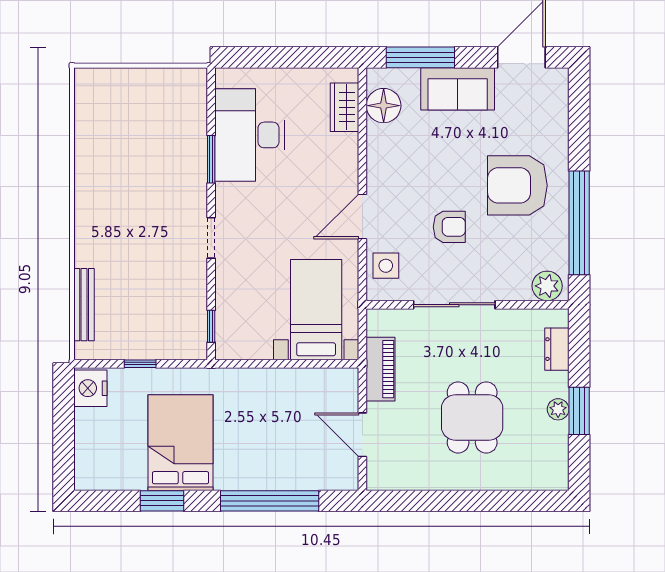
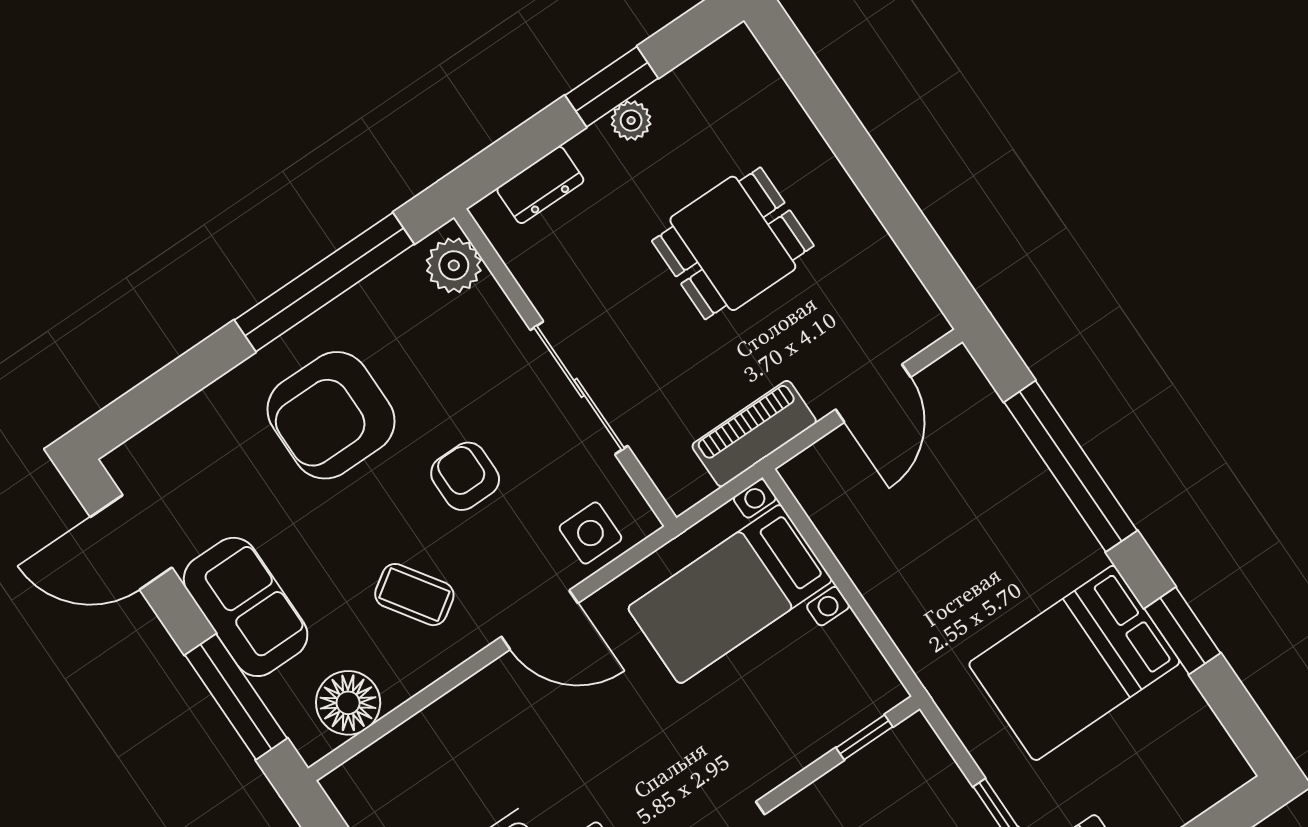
wardrobe: (344, 107) -> (391, 761), removed
coffee table: (412, 168) -> (414, 595), added
armchair: (517, 185) -> (331, 415), turned 90

